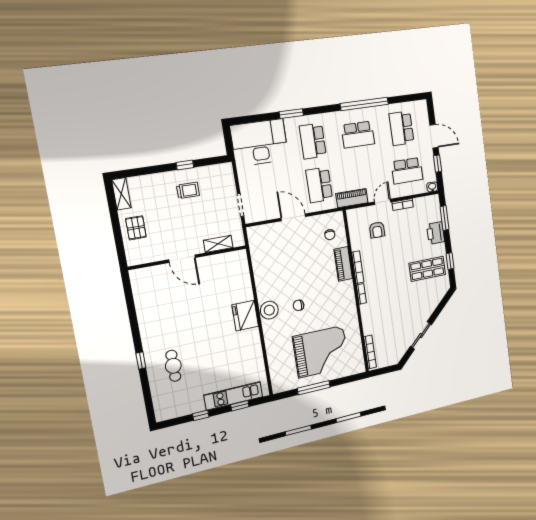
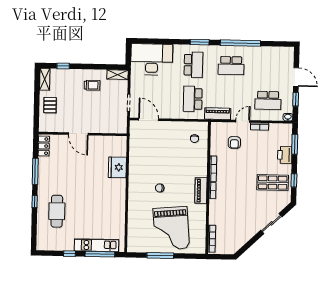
window: (291, 114) -> (200, 42), moved
school desk: (401, 128) -> (269, 66), removed
school desk: (313, 141) -> (193, 65), turned 180
window: (185, 165) -> (63, 66), moved
door: (293, 217) -> (149, 119), moved
shelving: (218, 244) -> (117, 75), moved
piano: (343, 264) -> (201, 191), moved
locker: (138, 285) -> (44, 146), added
stool: (269, 310) -> (136, 186), removed
fridge: (245, 316) -> (117, 167), moved
window: (133, 321) -> (35, 171), added
sliding door: (421, 336) -> (272, 223), moved
grand piano: (321, 352) -> (171, 228), turned 85
cafe table: (173, 366) -> (57, 211), width x1.37, depth x1.35
window: (240, 406) -> (100, 254), width x2.17

